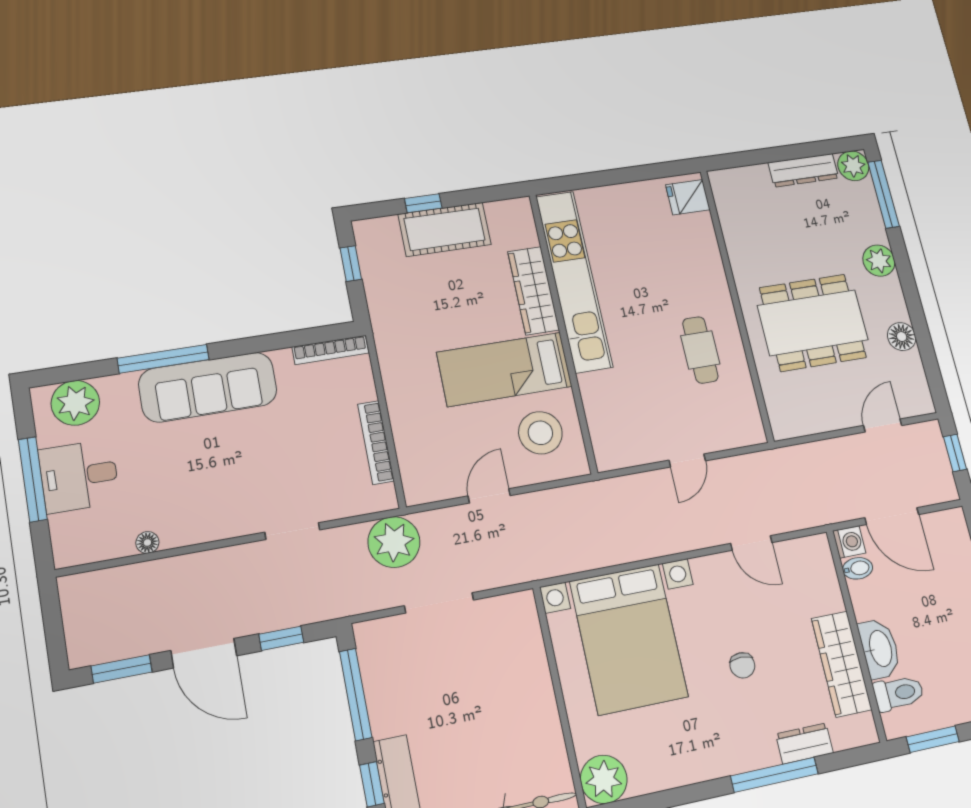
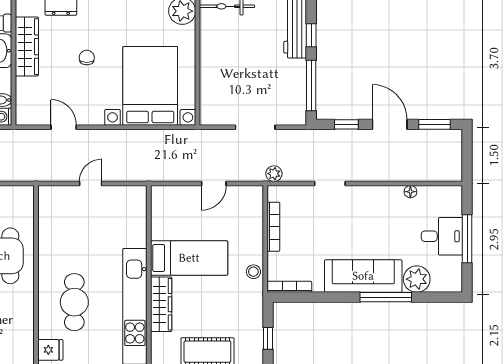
cafe table: (700, 350) -> (74, 302), moved, width x1.37, depth x1.35
plant: (75, 403) -> (417, 279), moved
stool: (540, 433) -> (253, 272), moved, width x0.53, depth x0.53
plant: (394, 542) -> (274, 174), width x0.53, depth x0.53

